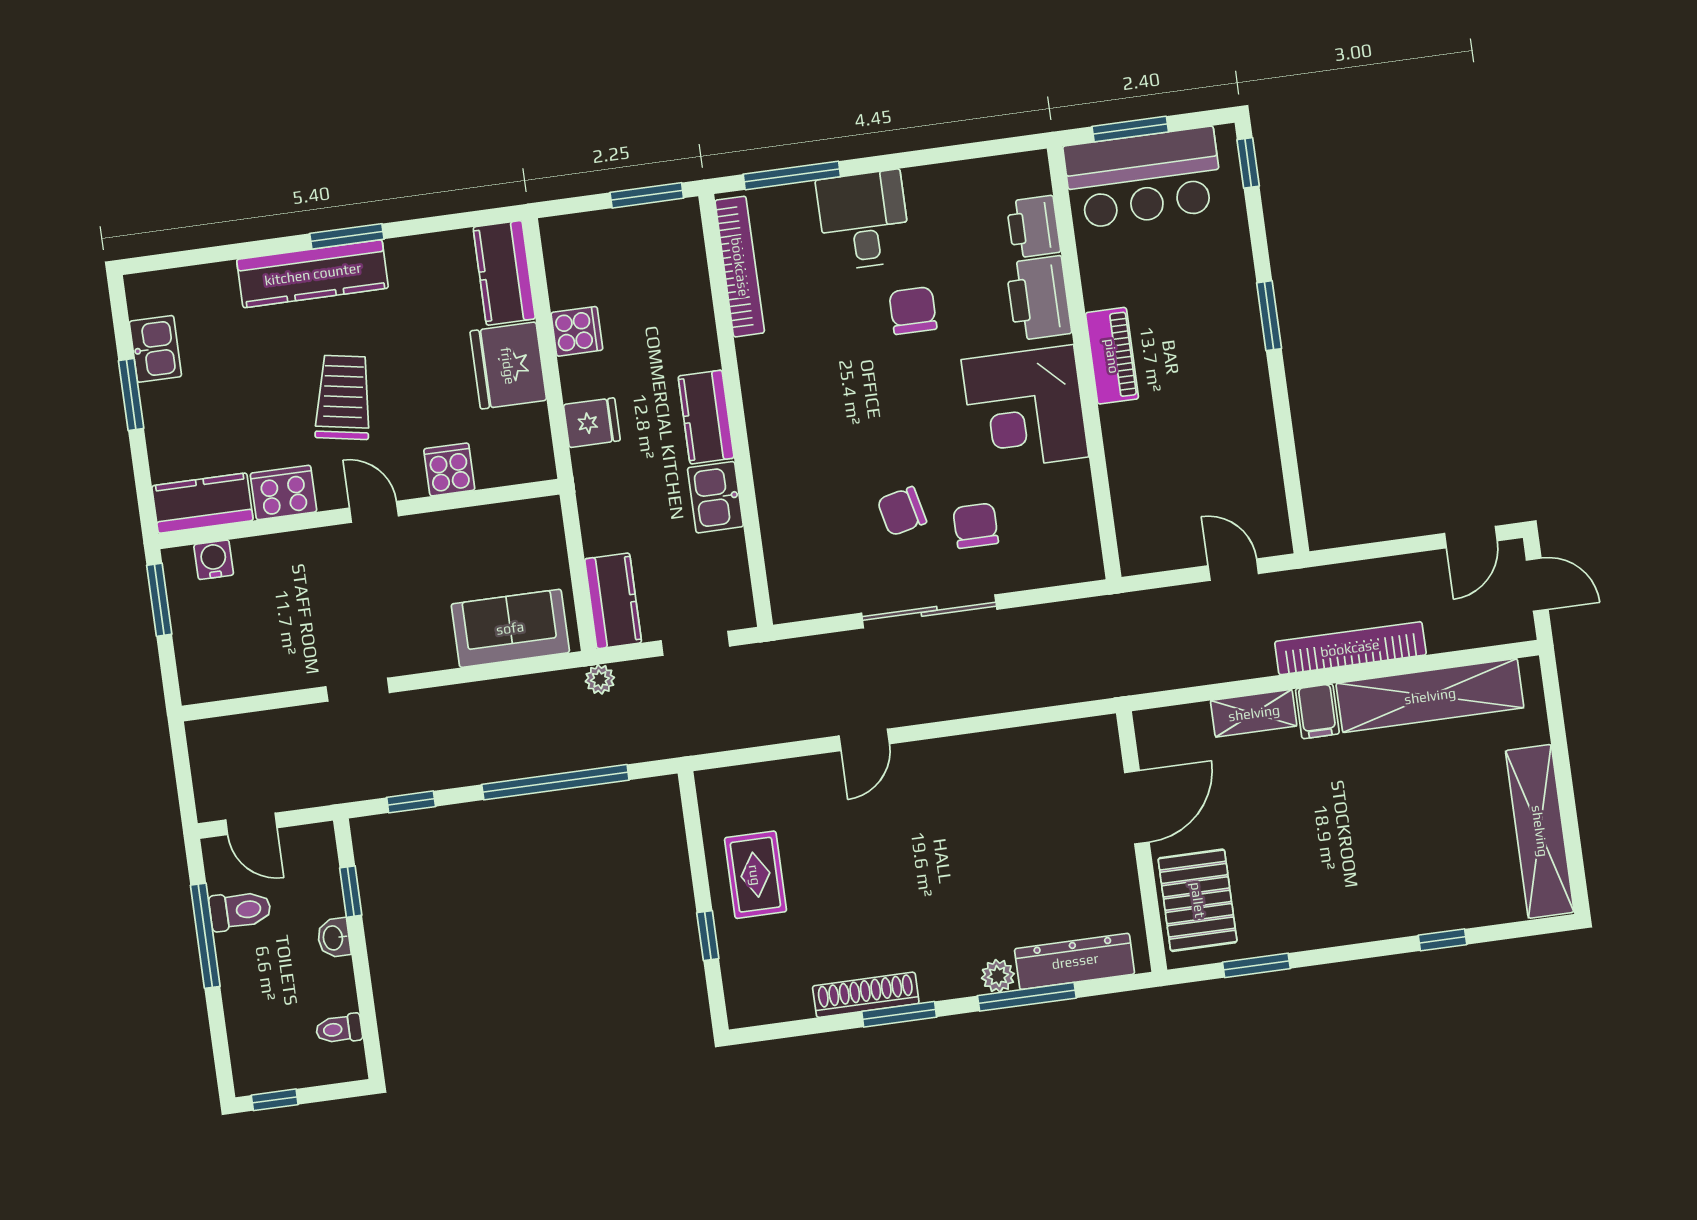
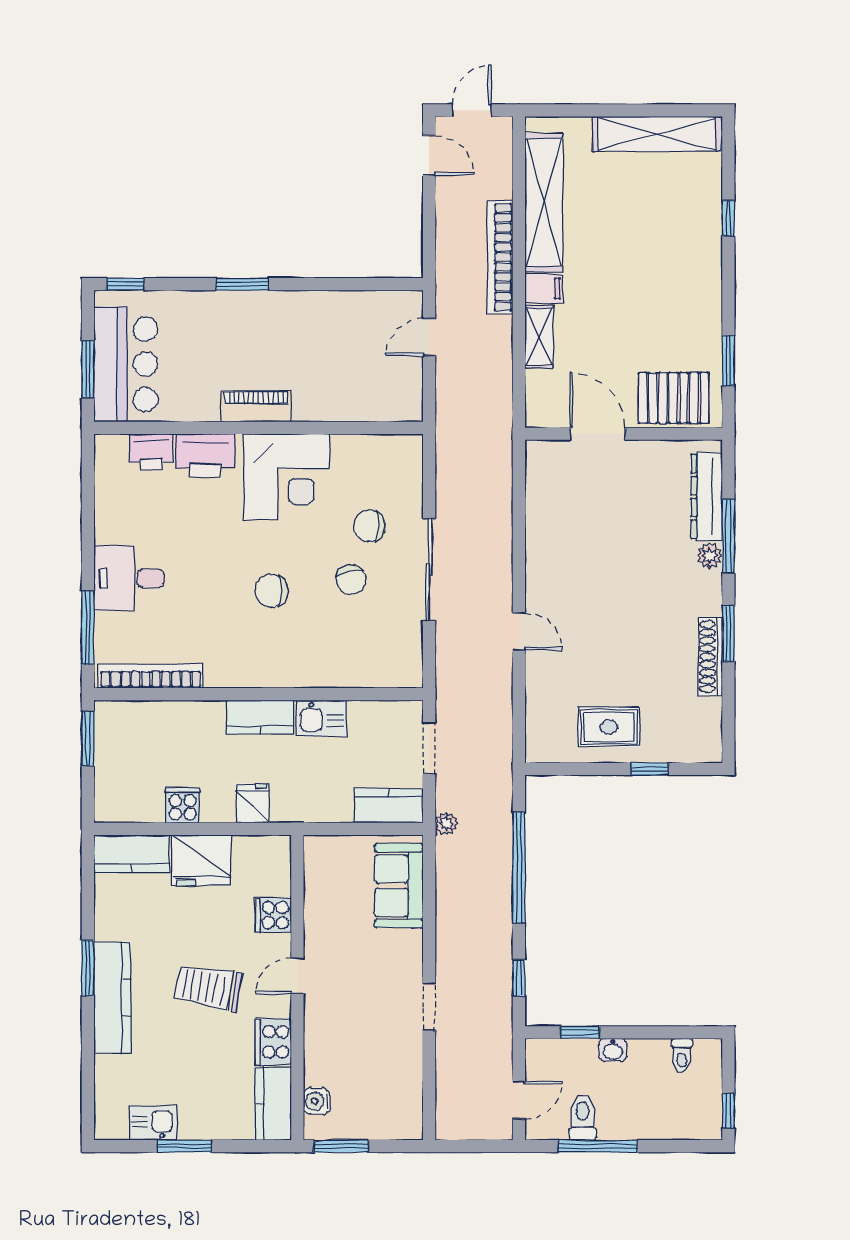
chair: (913, 311) -> (272, 591), moved

